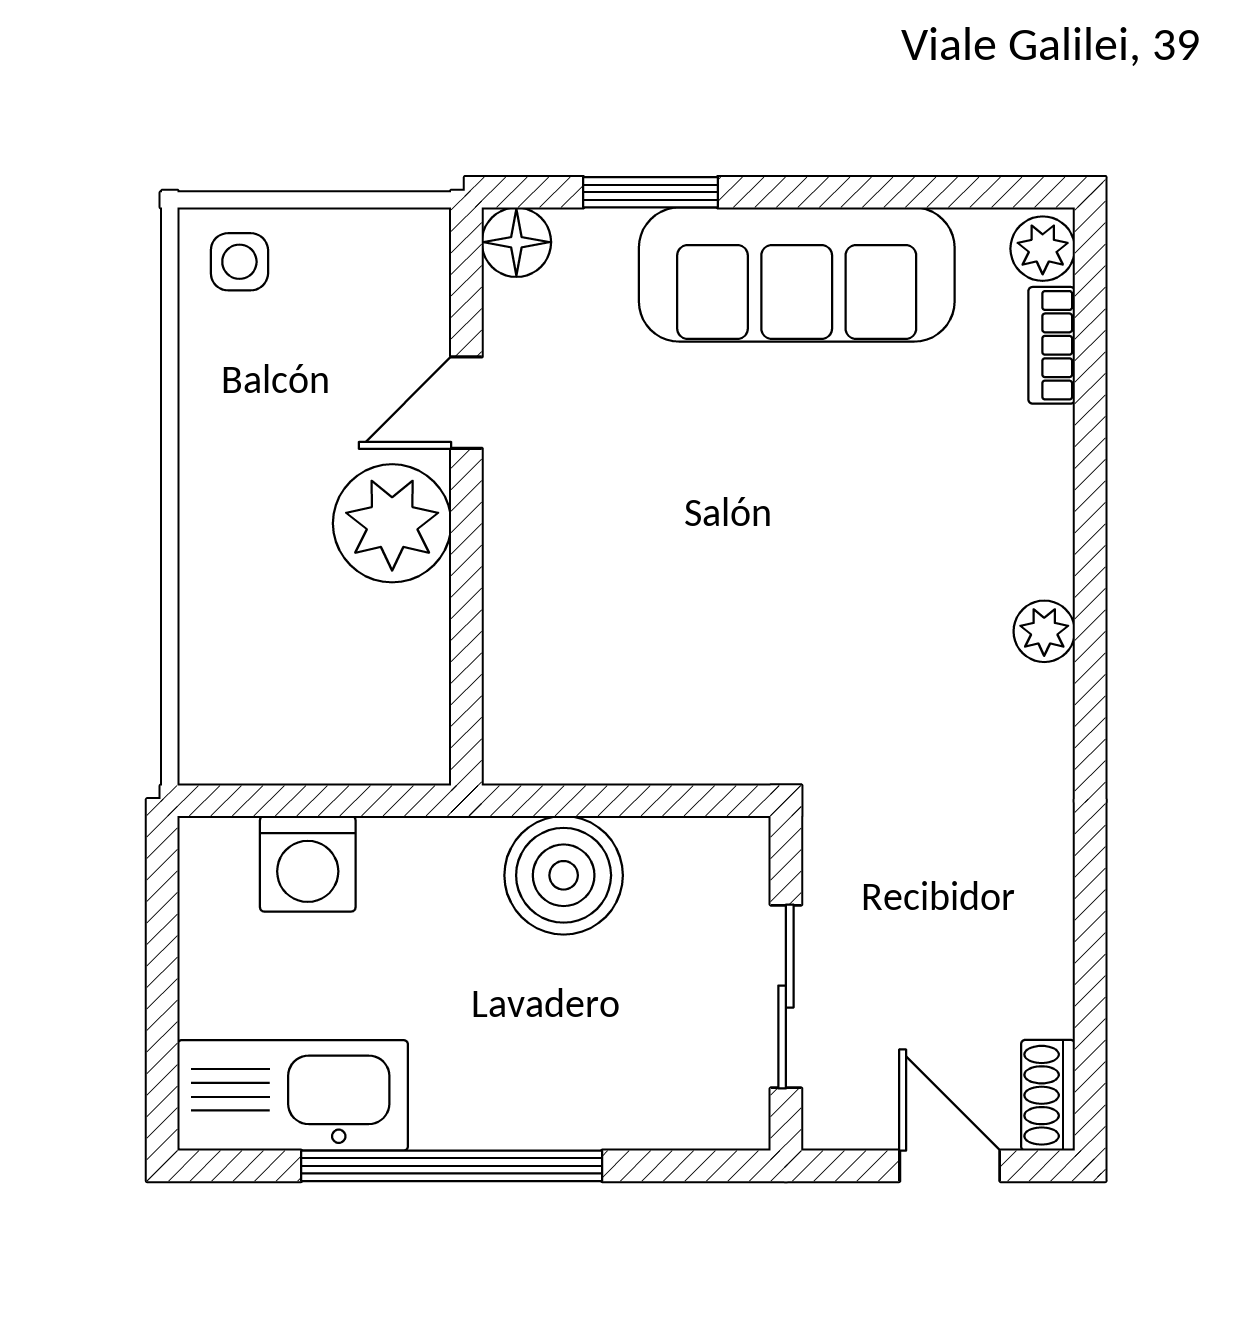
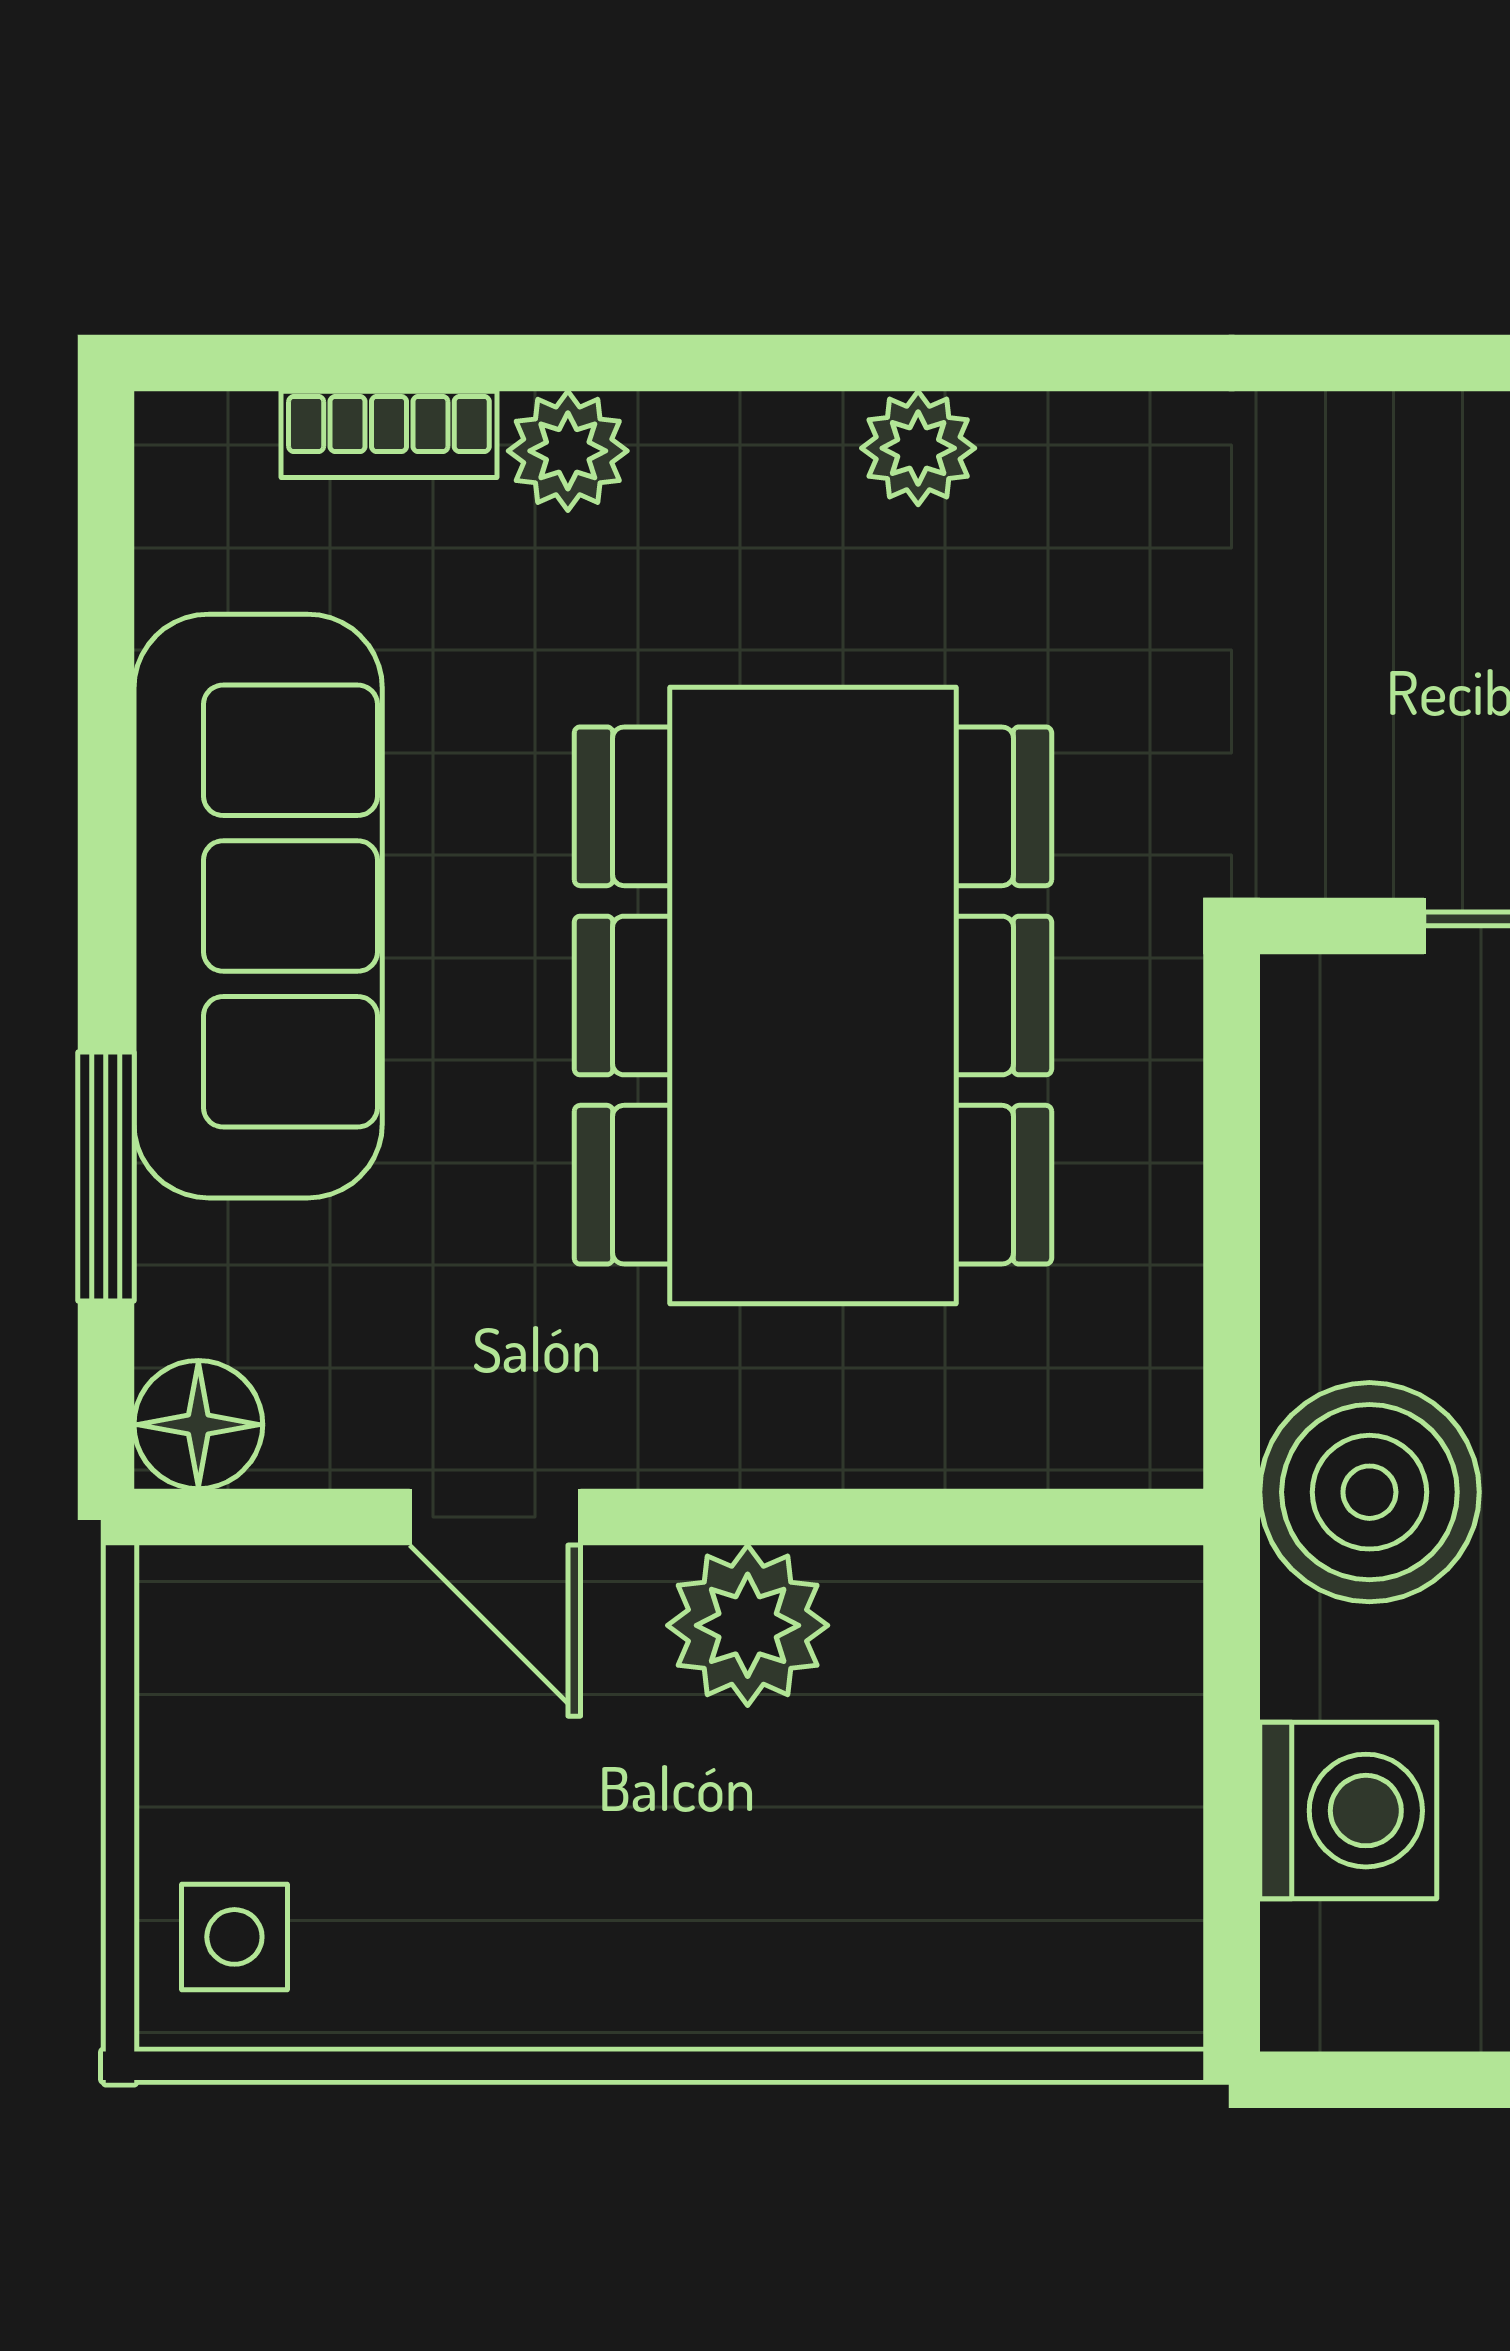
plant: (1043, 249) -> (568, 451), moved
plant: (392, 523) -> (748, 1625), width x0.73, depth x0.73
dining table: (748, 574) -> (813, 995), added
boiler: (564, 875) -> (1369, 1492), moved

